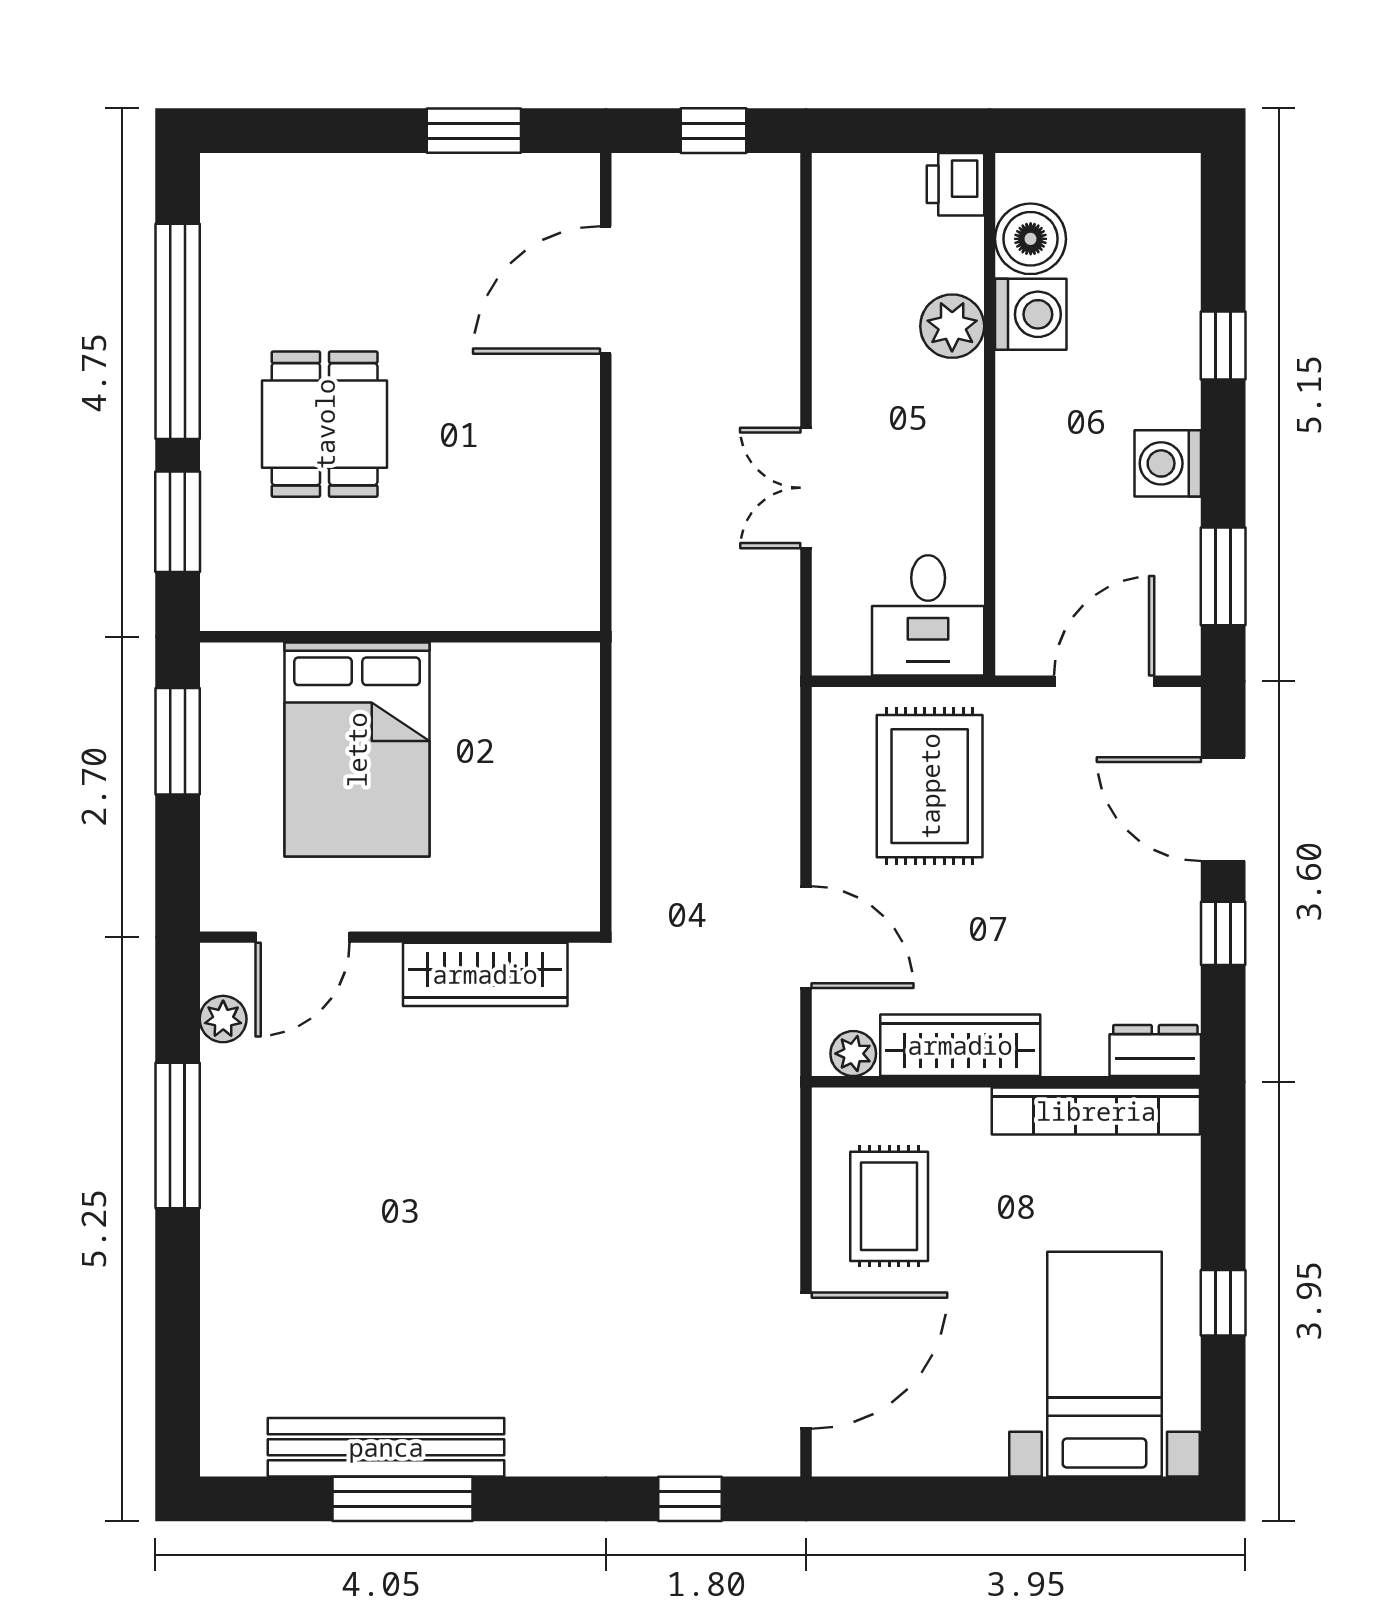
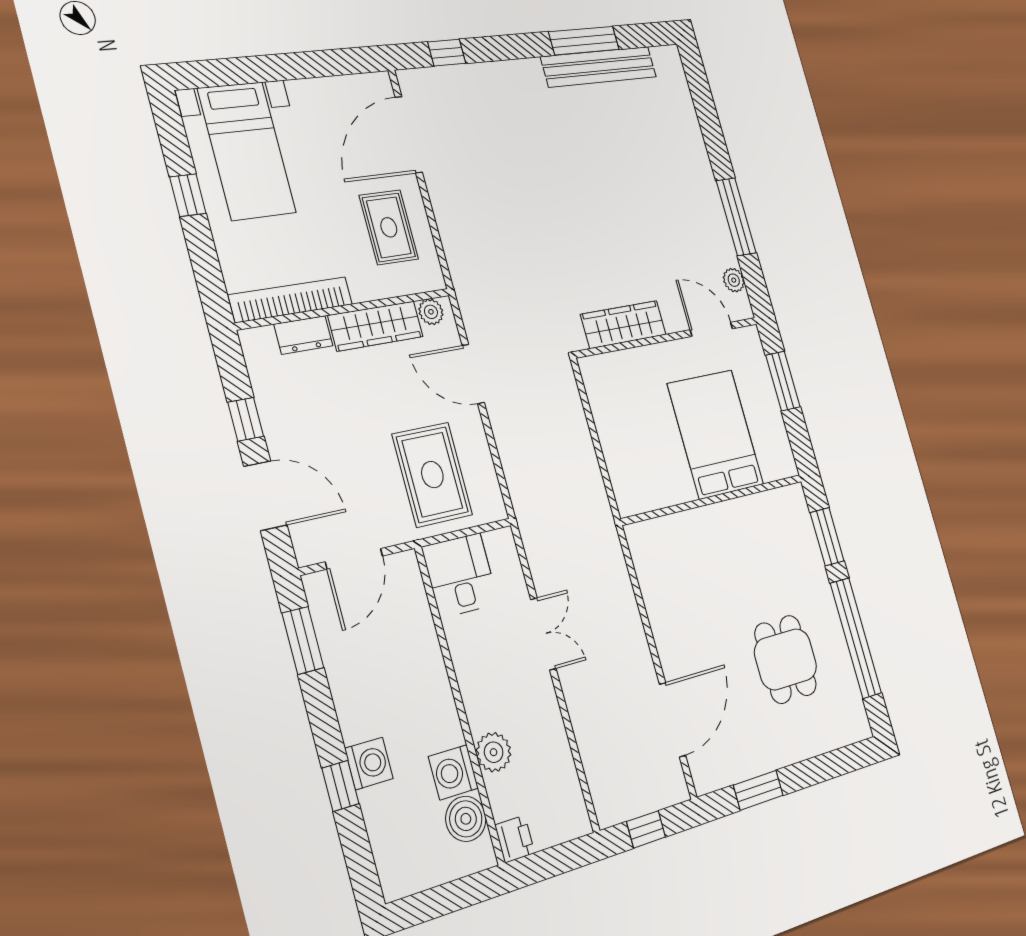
dining table: (325, 424) -> (786, 659), moved
washing machine: (1168, 463) -> (369, 763), moved
window: (178, 741) -> (783, 381), moved
door: (303, 937) -> (711, 329), hinge flipped
dresser: (1155, 1051) -> (304, 335), moved

